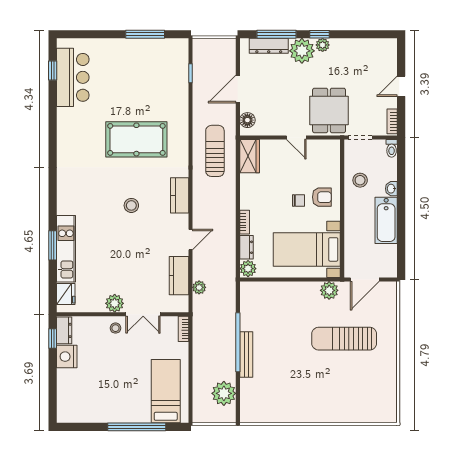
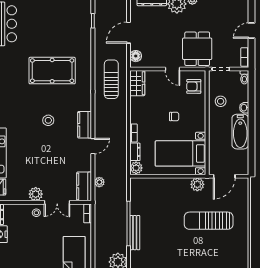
kitchen counter: (180, 195) -> (85, 125), moved
armchair: (322, 197) -> (194, 86), moved, turned 180
kitchen counter: (179, 276) -> (84, 186), moved

